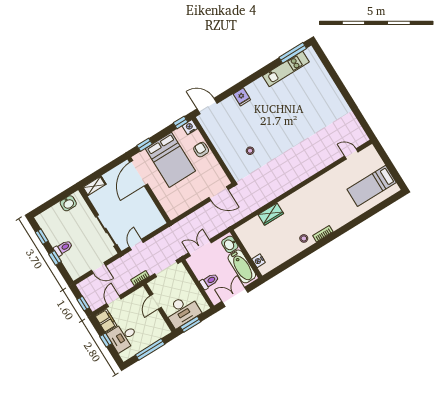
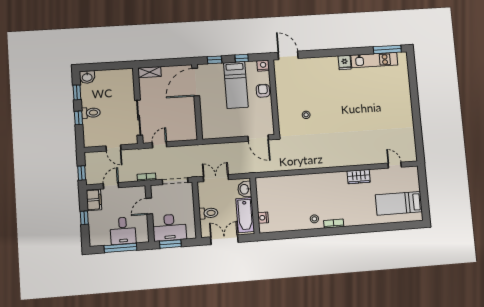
fridge: (242, 97) -> (345, 62), moved
window: (181, 122) -> (242, 58), moved
bed: (170, 160) -> (236, 85), width x0.67
washbasin: (68, 203) -> (87, 77), moved
wardrobe: (271, 214) -> (359, 177), moved
desk: (123, 337) -> (123, 231), moved, turned -90

